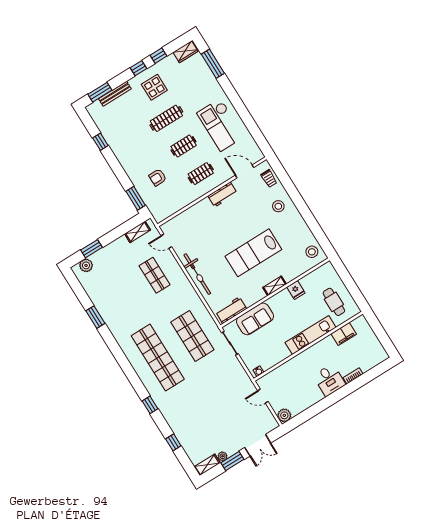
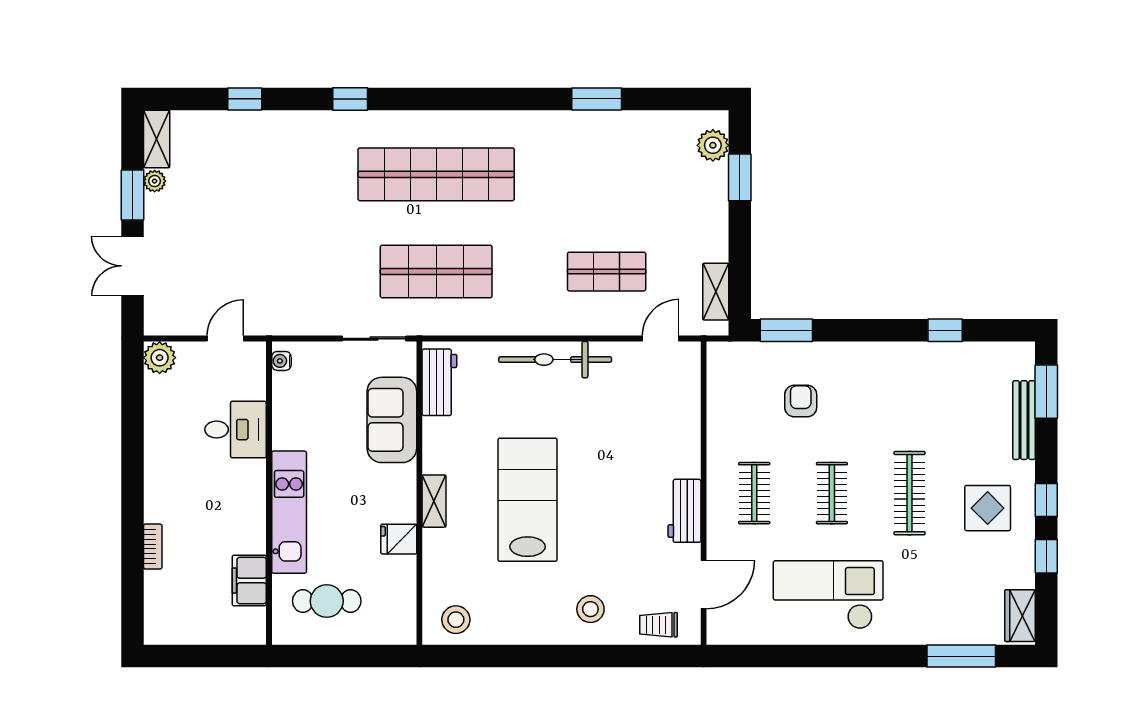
desk: (329, 380) -> (236, 430), moved, turned 180

